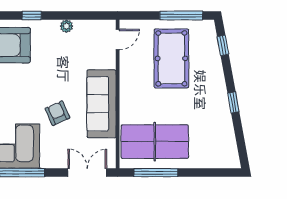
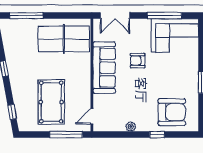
window: (181, 16) -> (66, 135), moved
armchair: (57, 113) -> (138, 61), turned 114
window: (156, 173) -> (26, 15), moved

